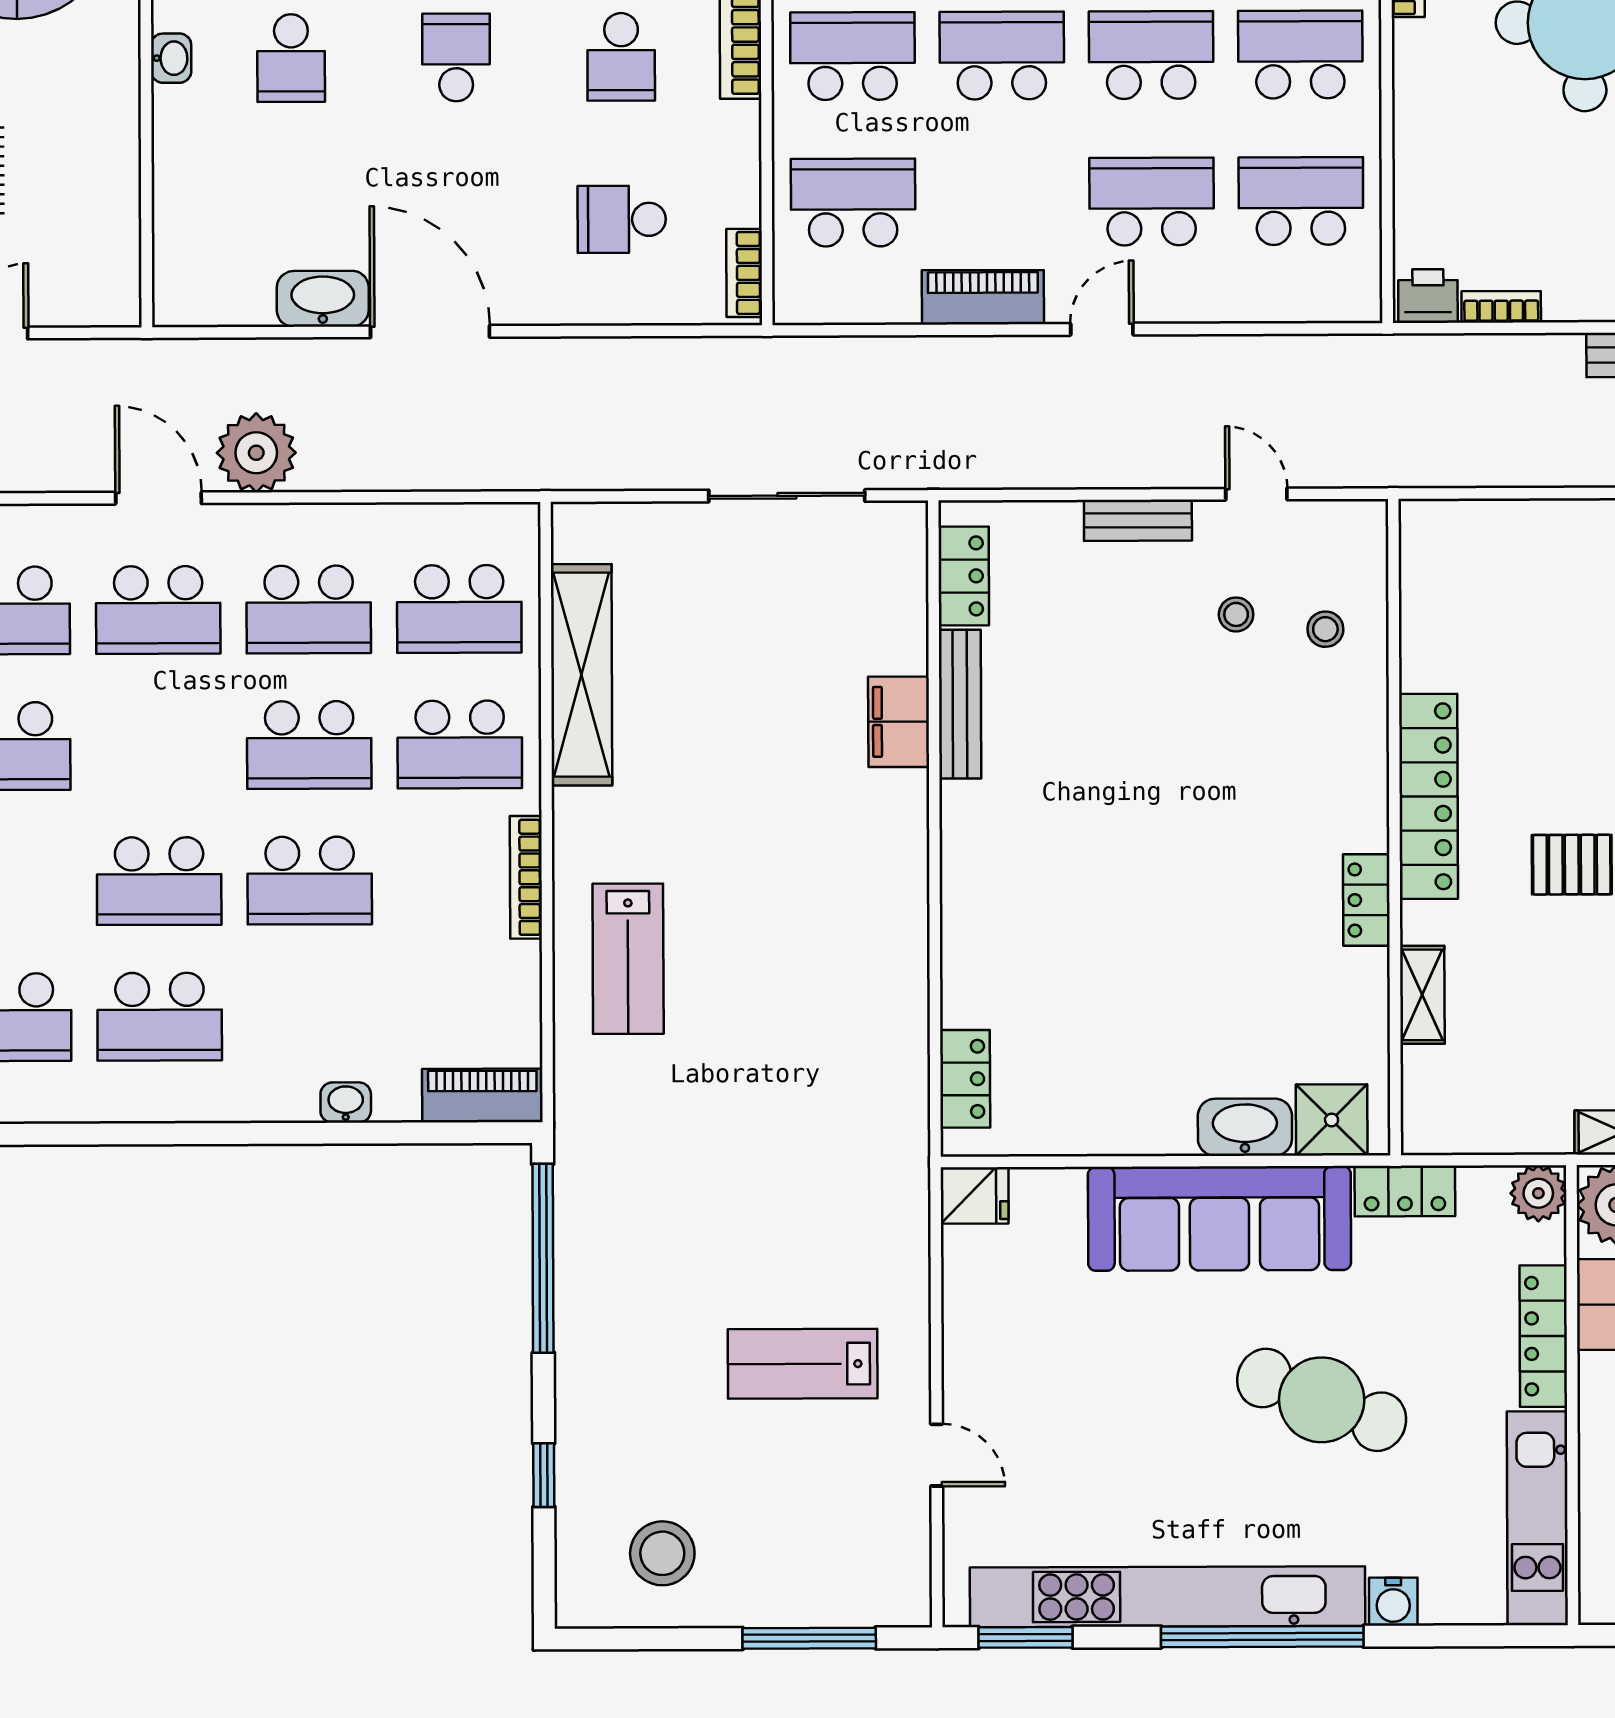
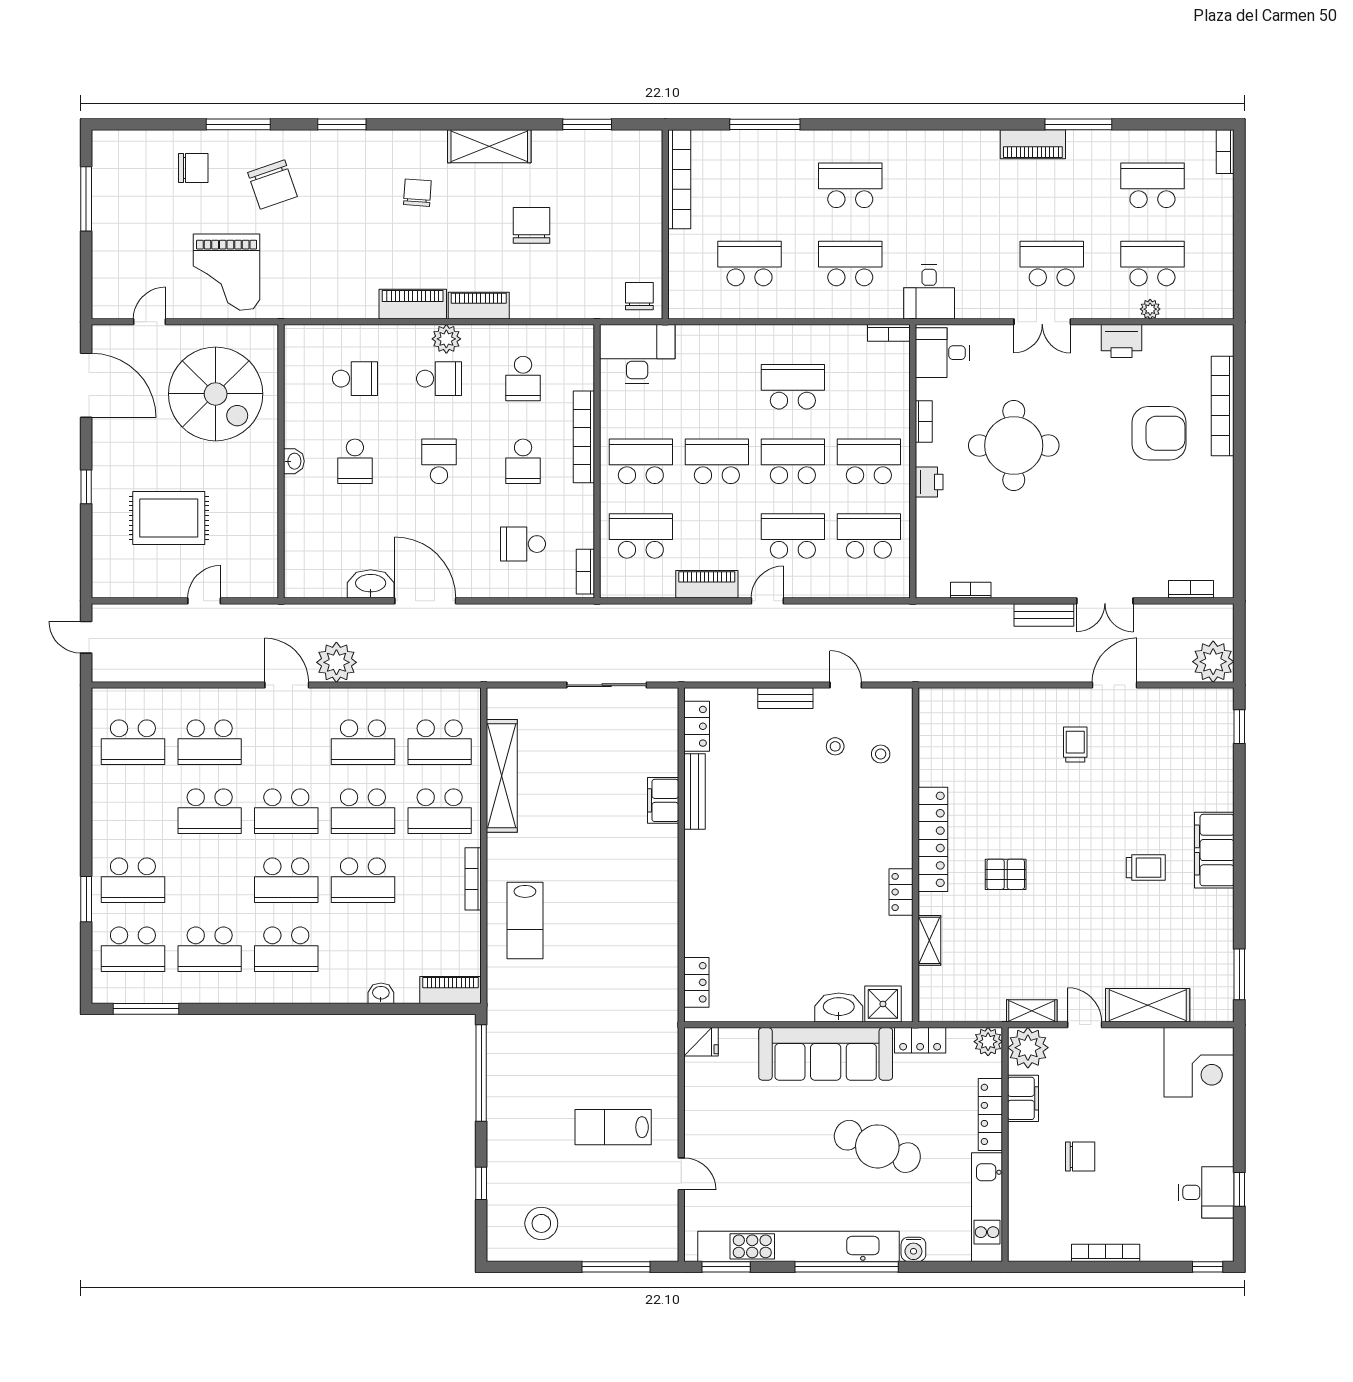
printer: (1428, 296) -> (929, 482), moved, turned 90
school desk: (158, 610) -> (286, 811), moved

